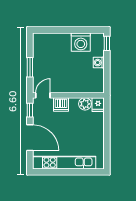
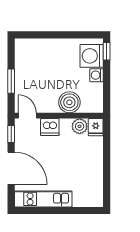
washing machine: (81, 42) -> (92, 56), moved, turned 90
boiler: (77, 84) -> (69, 102), added
door: (43, 95) -> (27, 116), hinge flipped
kitchen unit: (64, 163) -> (43, 199), width x0.73

